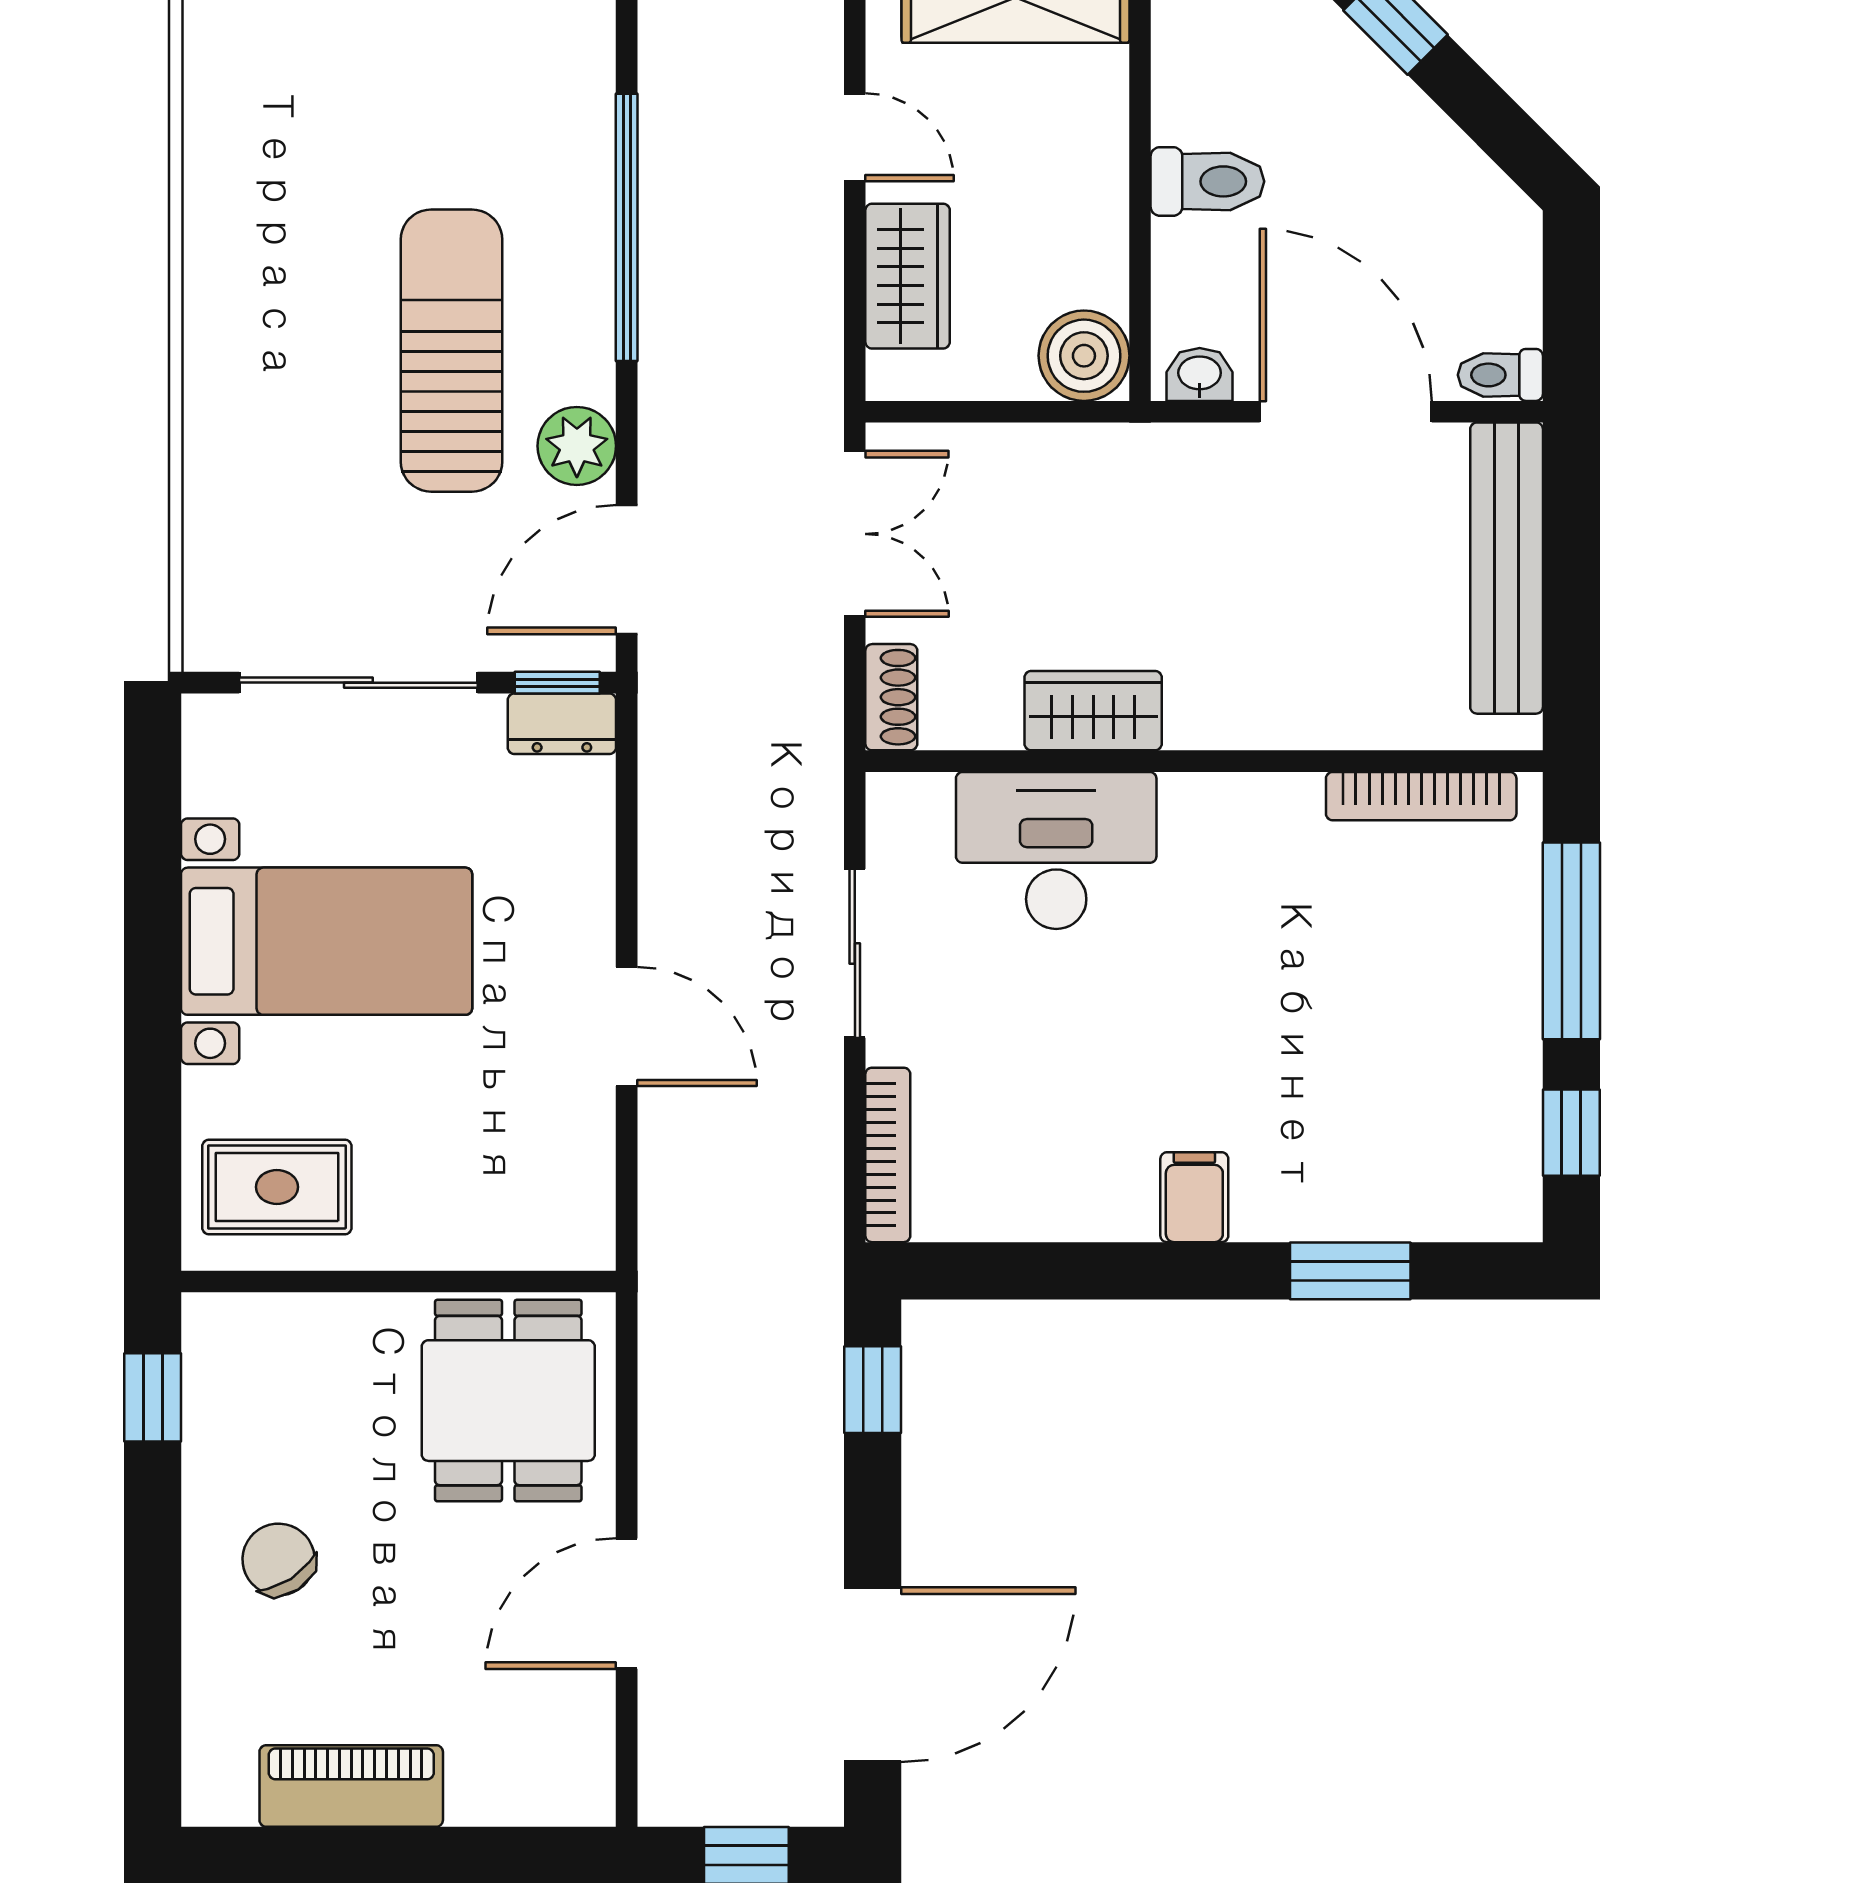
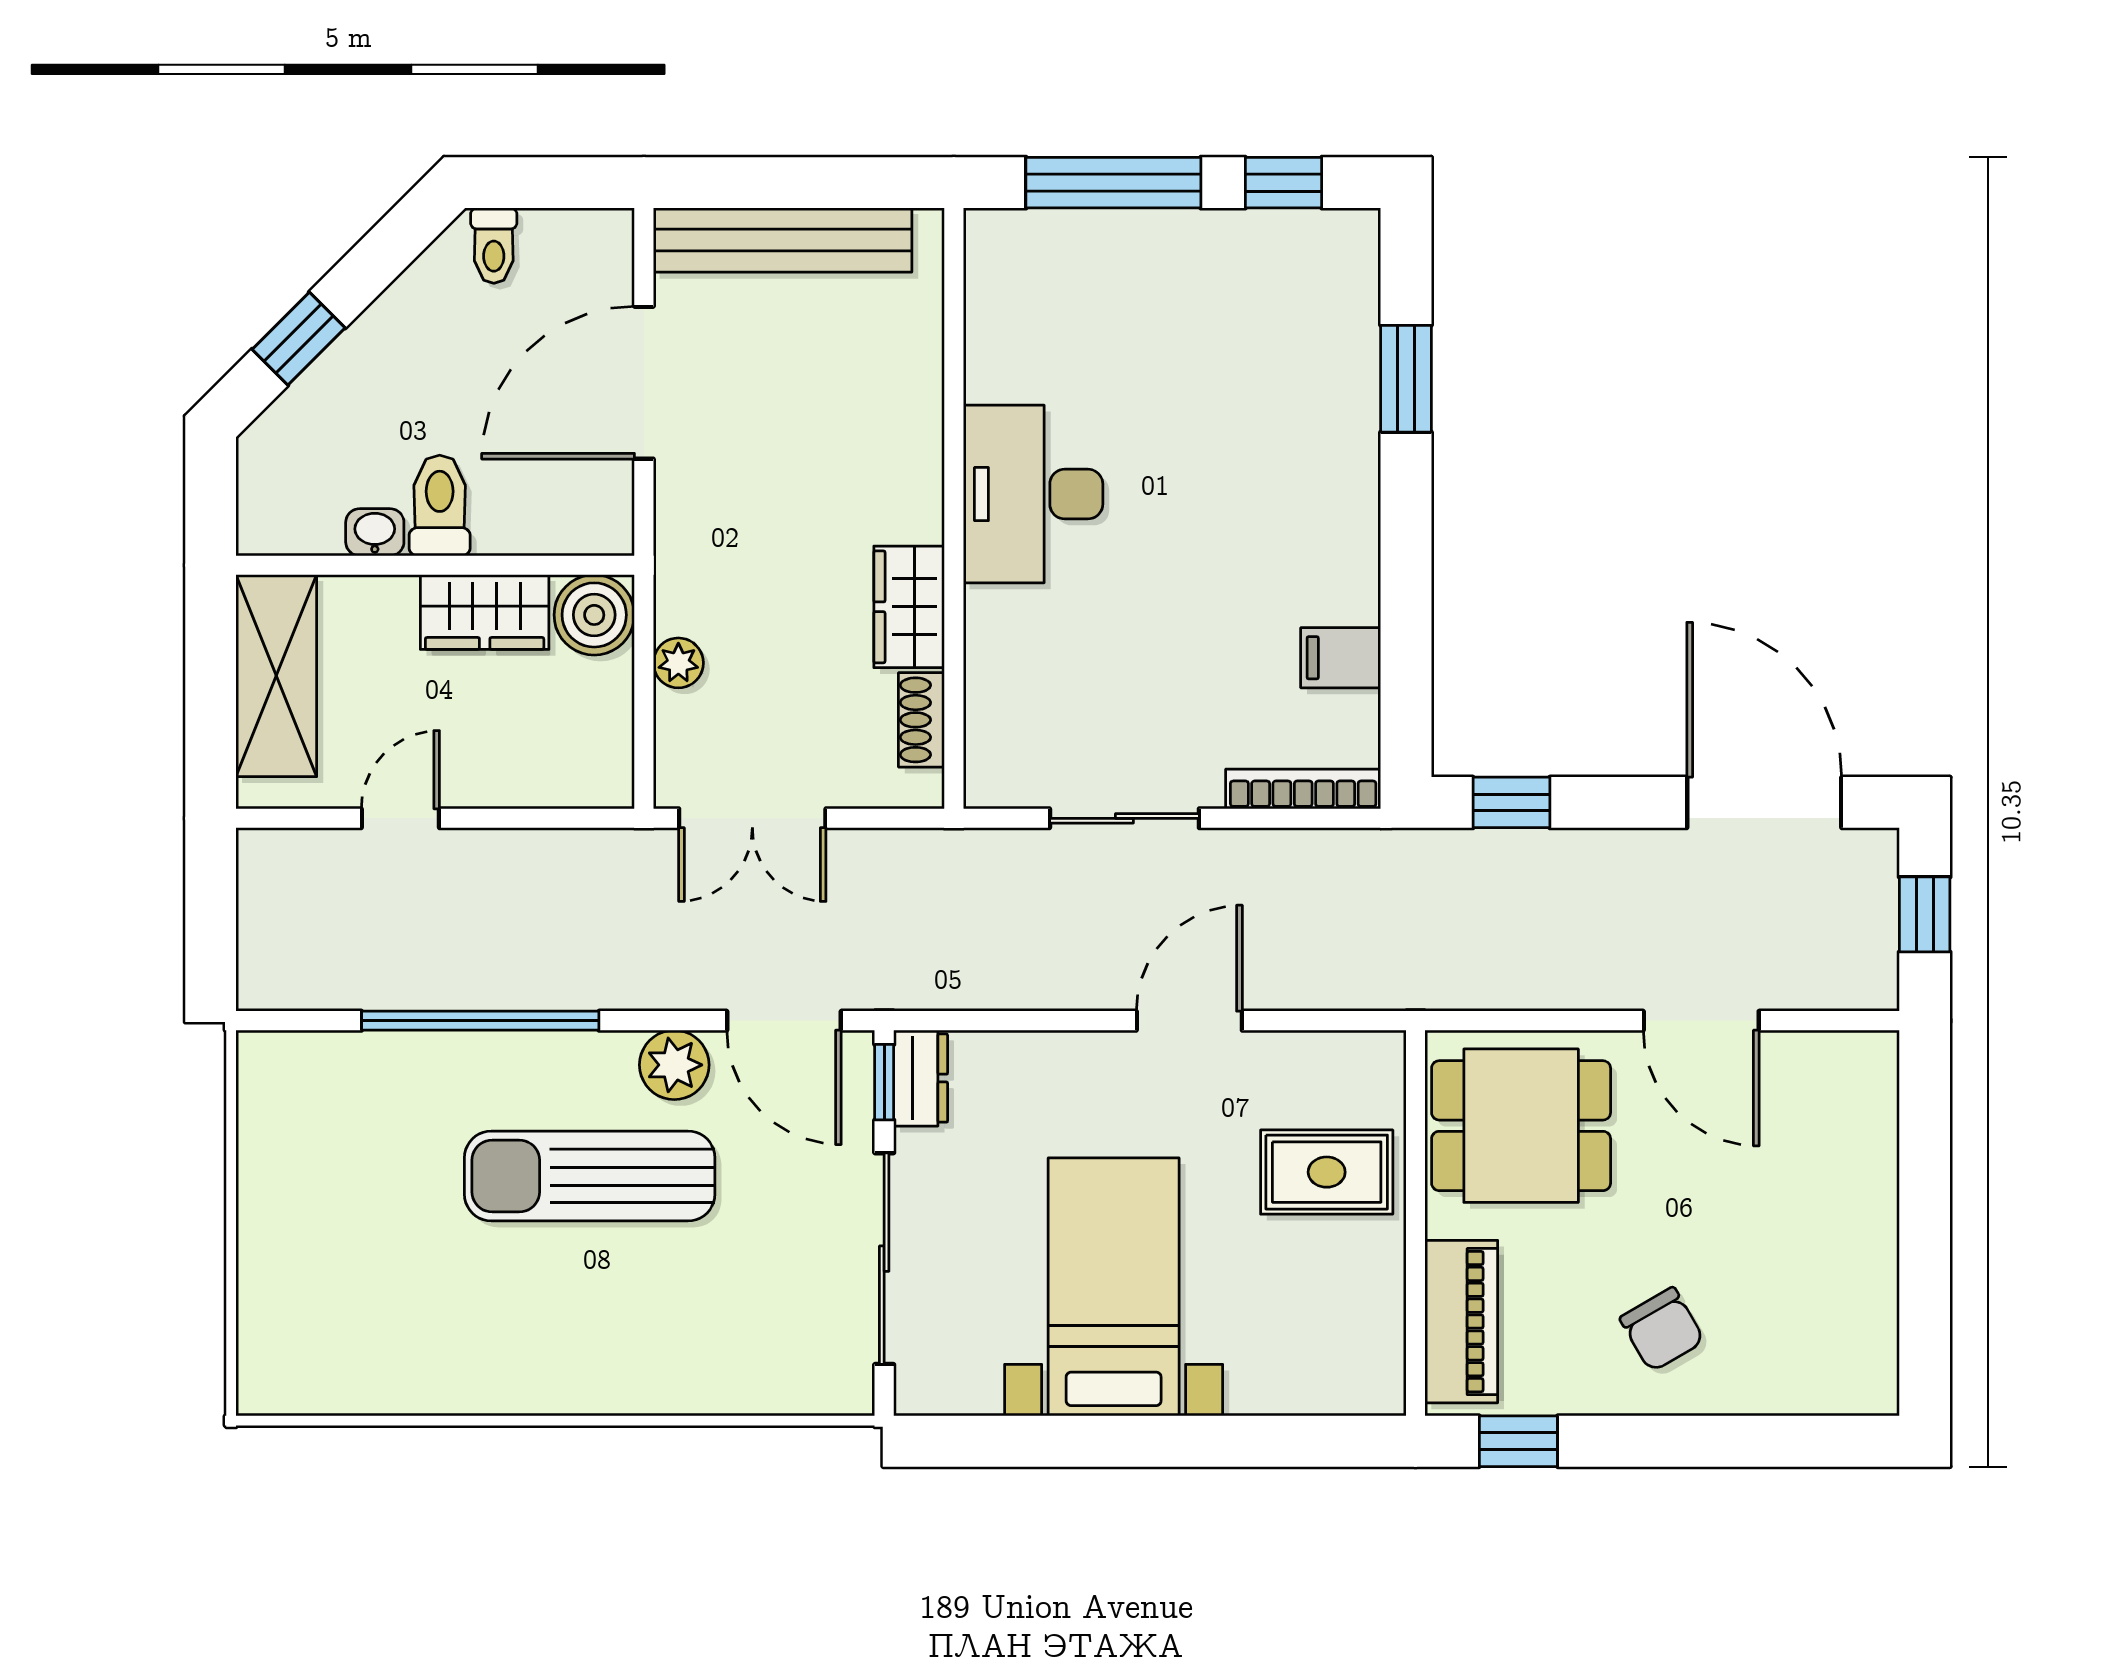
wardrobe: (908, 276) -> (485, 612), moved, turned 180
washbasin: (1200, 374) -> (375, 532), moved, turned 90
toilet: (1500, 375) -> (494, 246), moved
plant: (1030, 451) -> (678, 663), added
double door: (855, 534) -> (752, 818), swing flipped
shoe rack: (891, 697) -> (921, 720), moved, turned -90
bookcase: (1421, 796) -> (985, 316), removed
desk: (1056, 850) -> (1033, 494), moved
rug: (277, 1187) -> (1327, 1172), moved, turned 90
filing cabinet: (1194, 1197) -> (1341, 658), moved
chair: (279, 1560) -> (1662, 1329), turned -87
piano: (351, 1786) -> (1461, 1322), moved, turned 180

